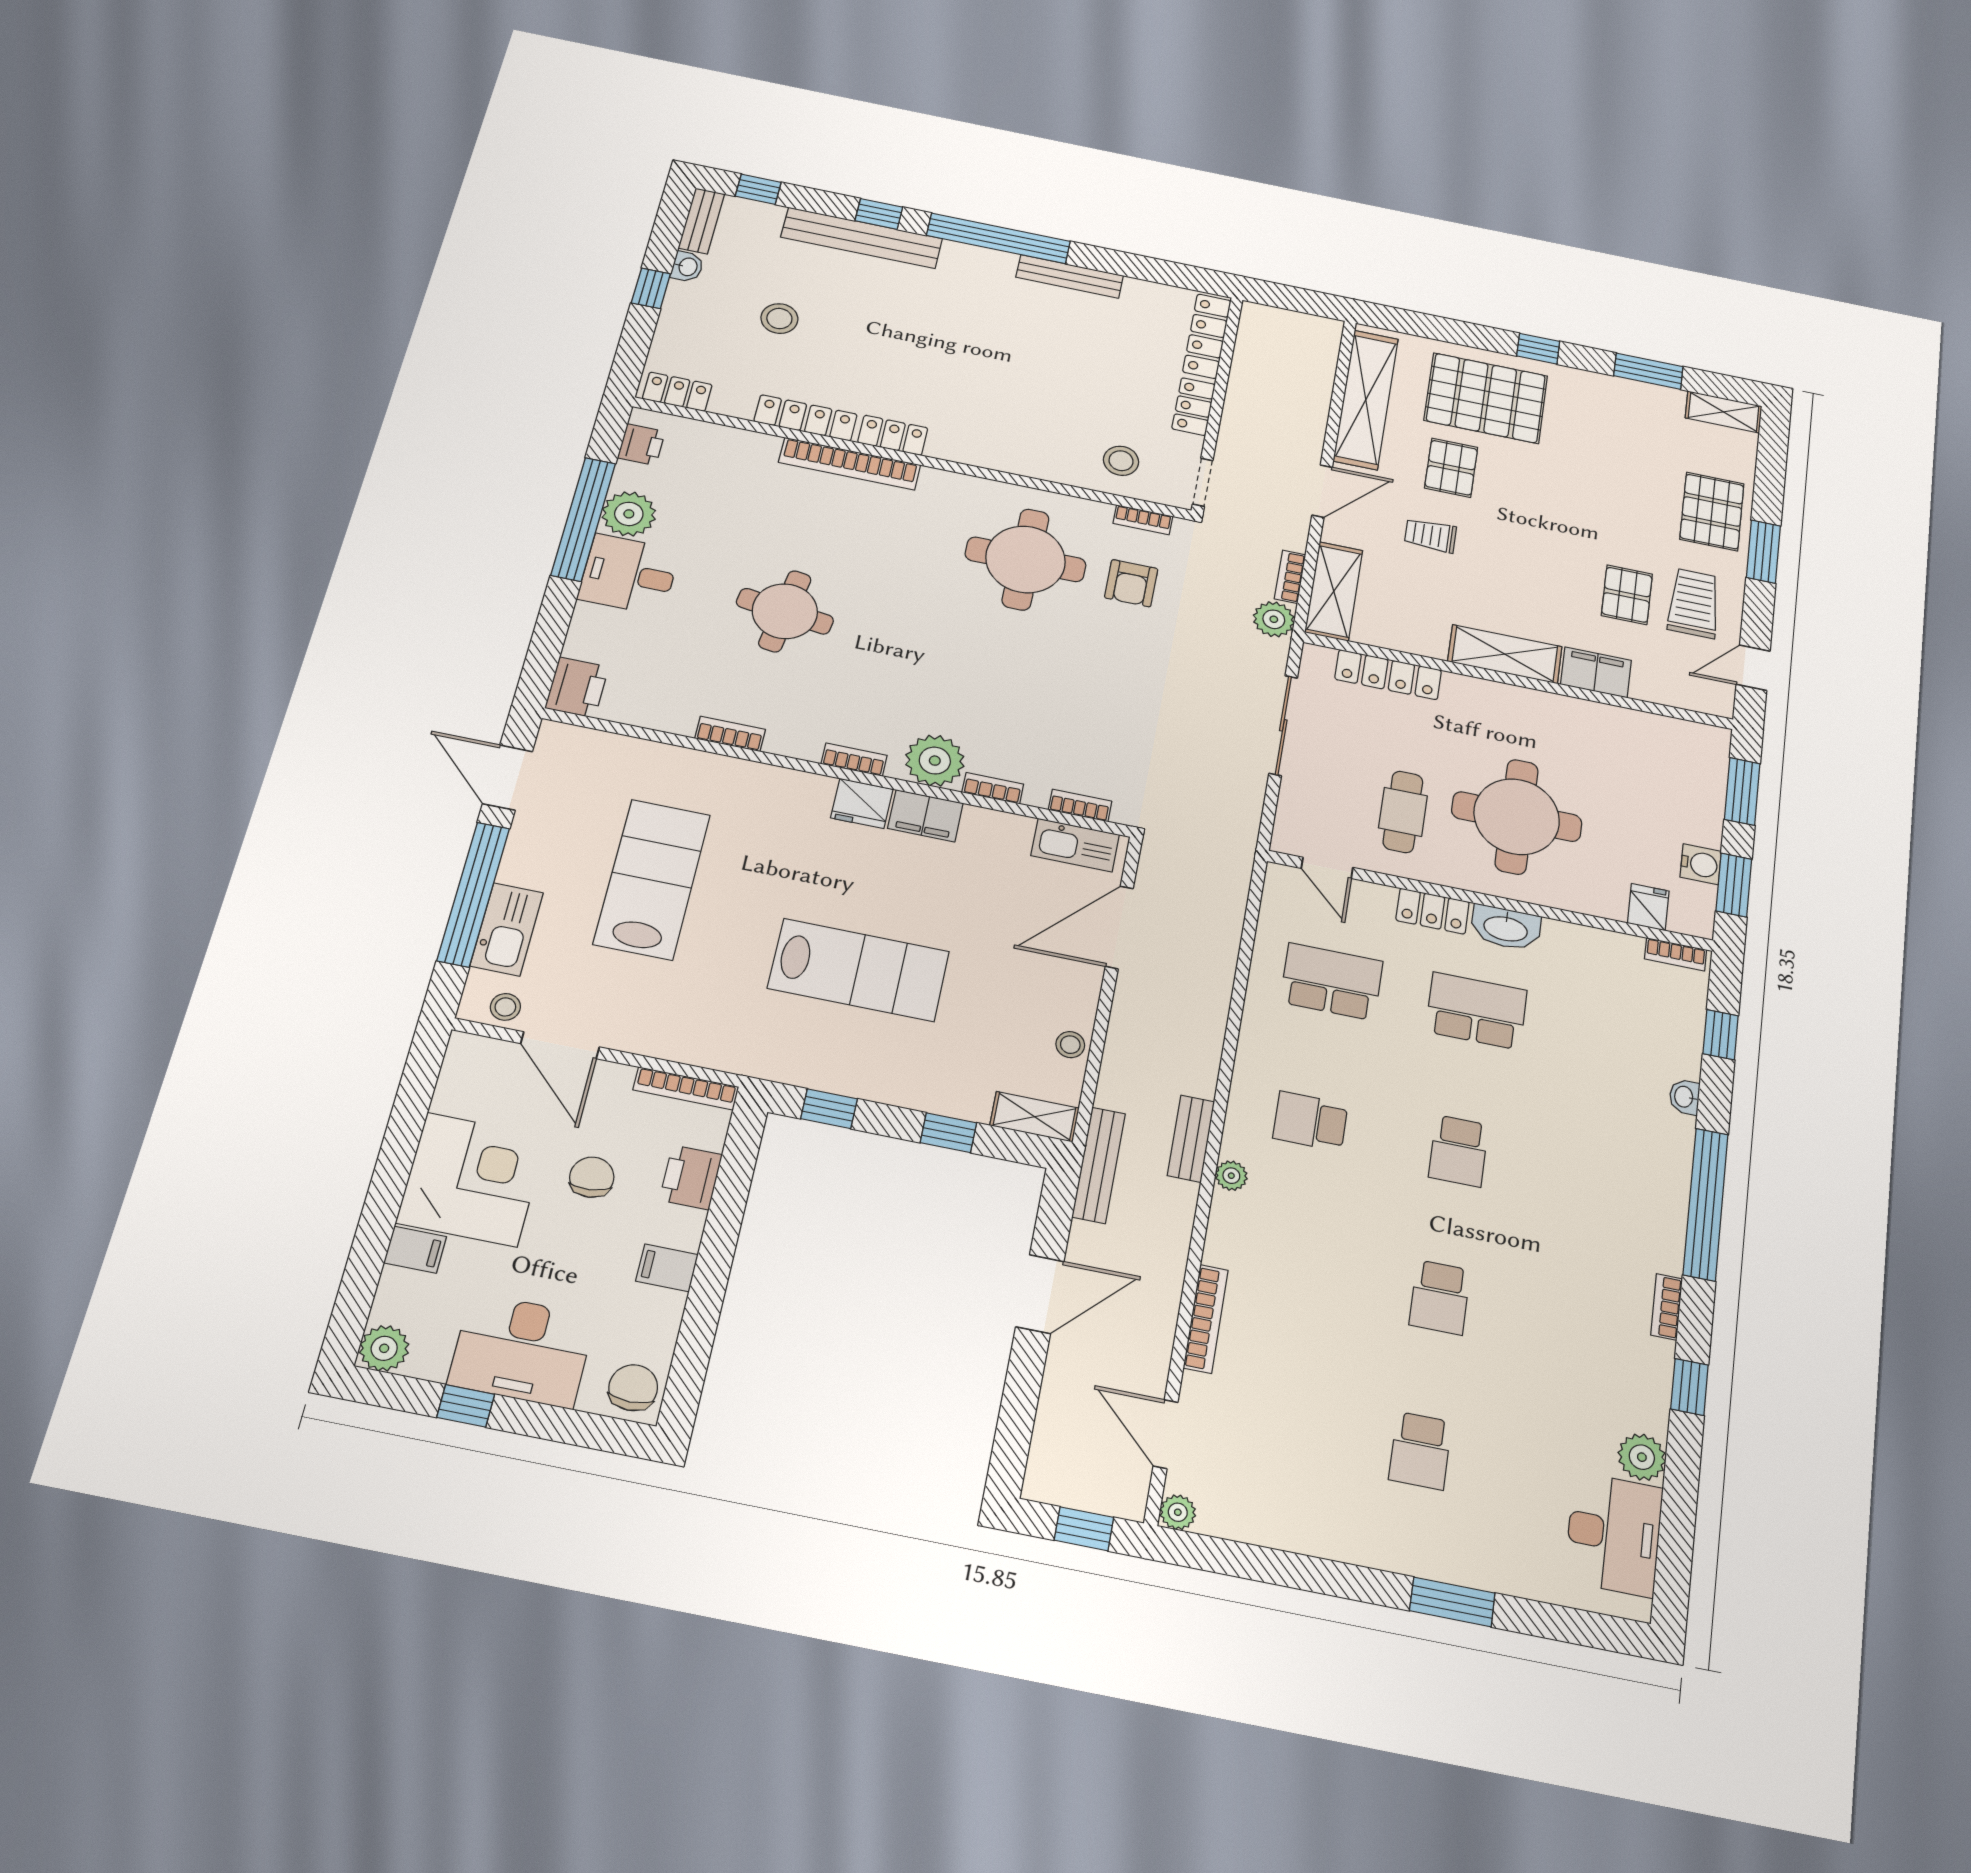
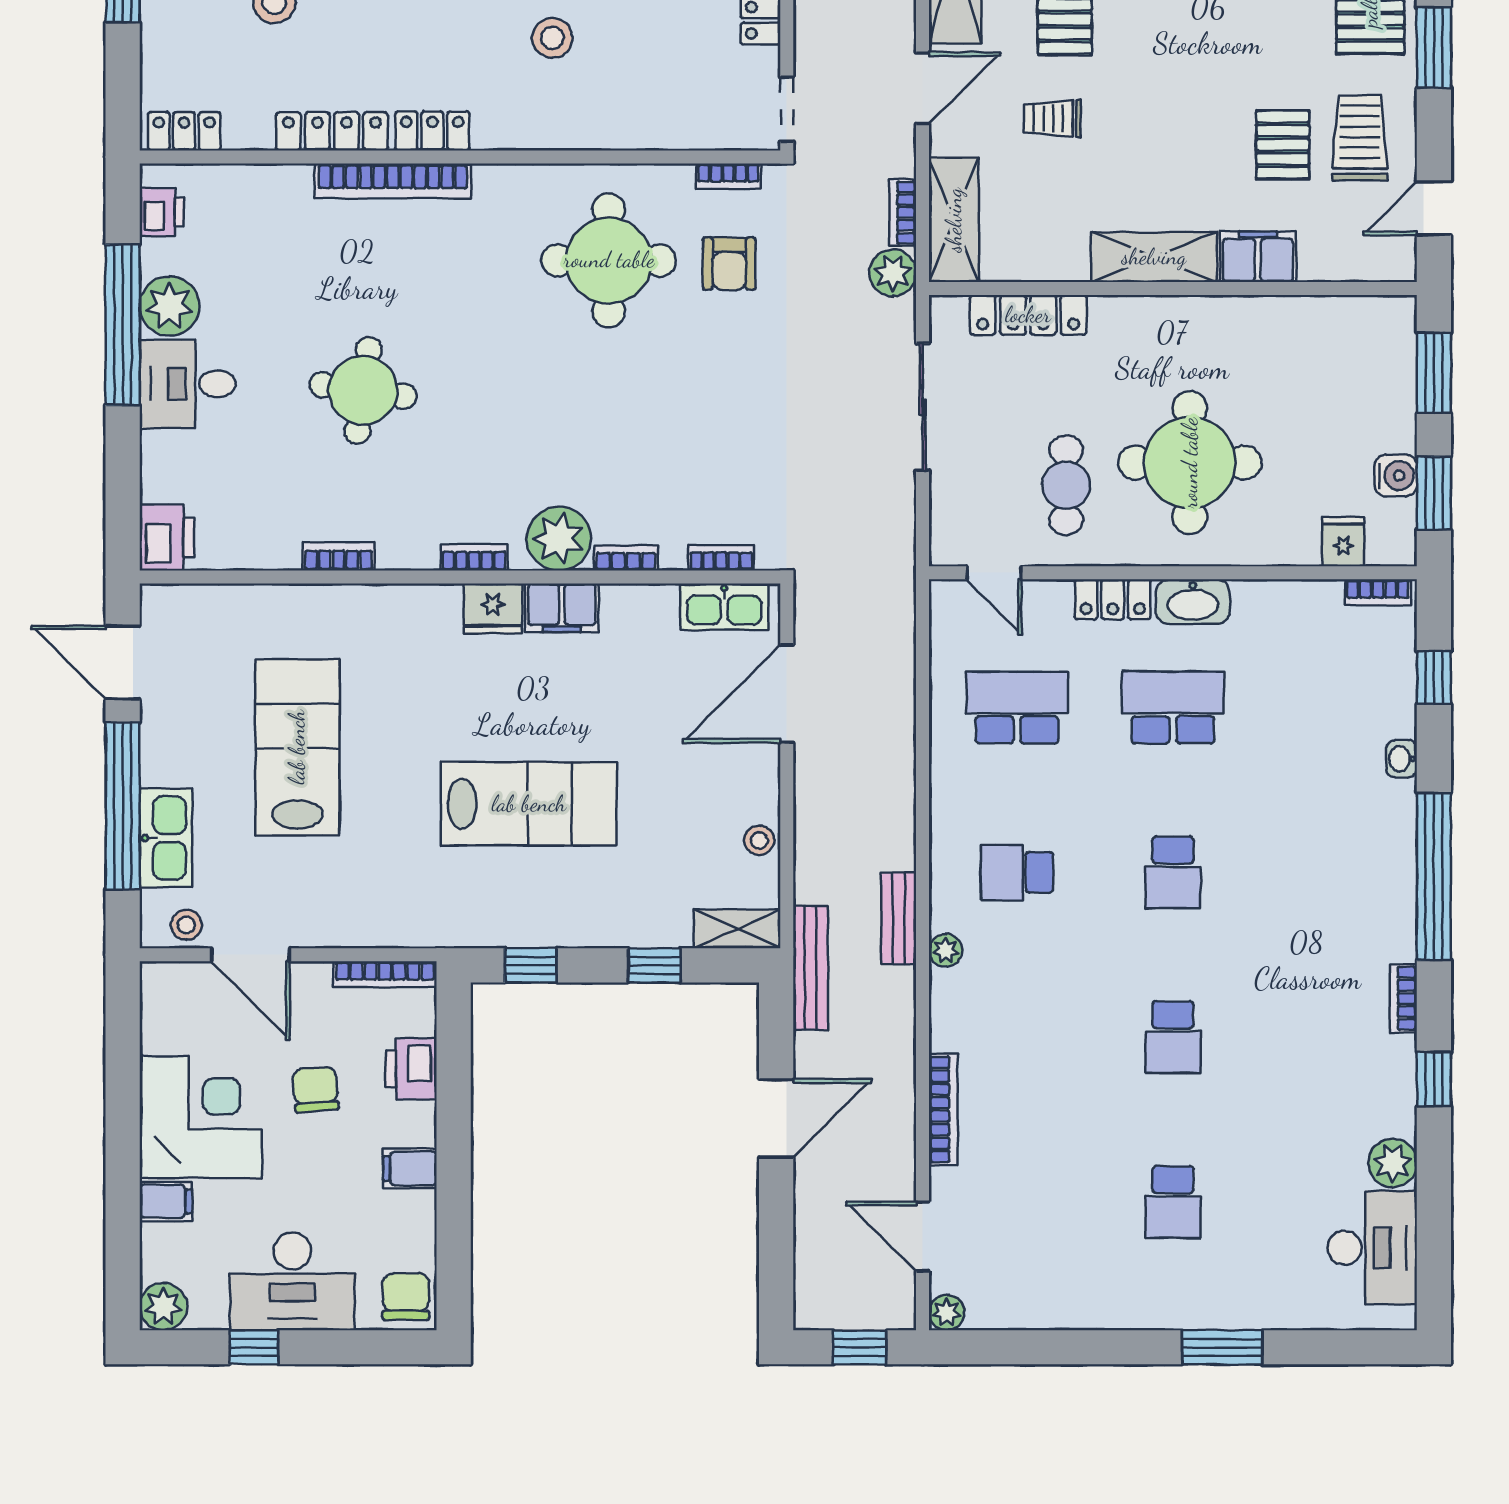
stool: (1121, 461) -> (552, 38), moved

